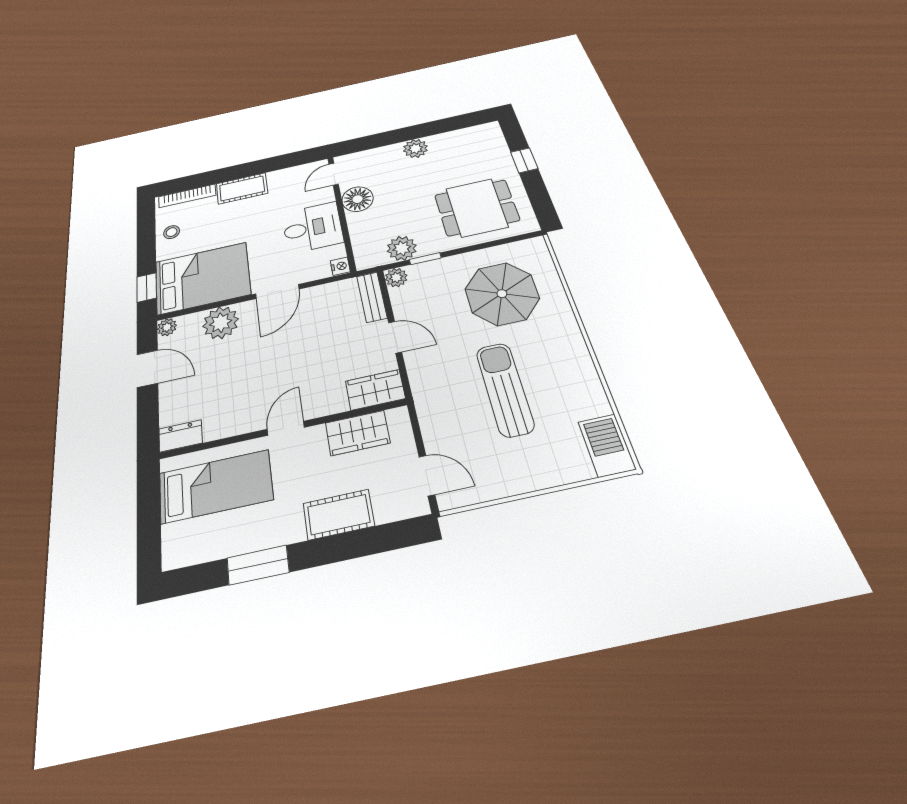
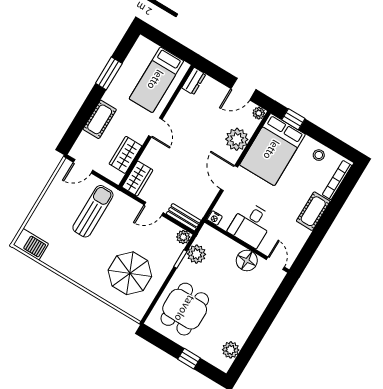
plant: (415, 149) -> (231, 350), moved
sun lounger: (505, 389) -> (93, 211), moved, turned -90

